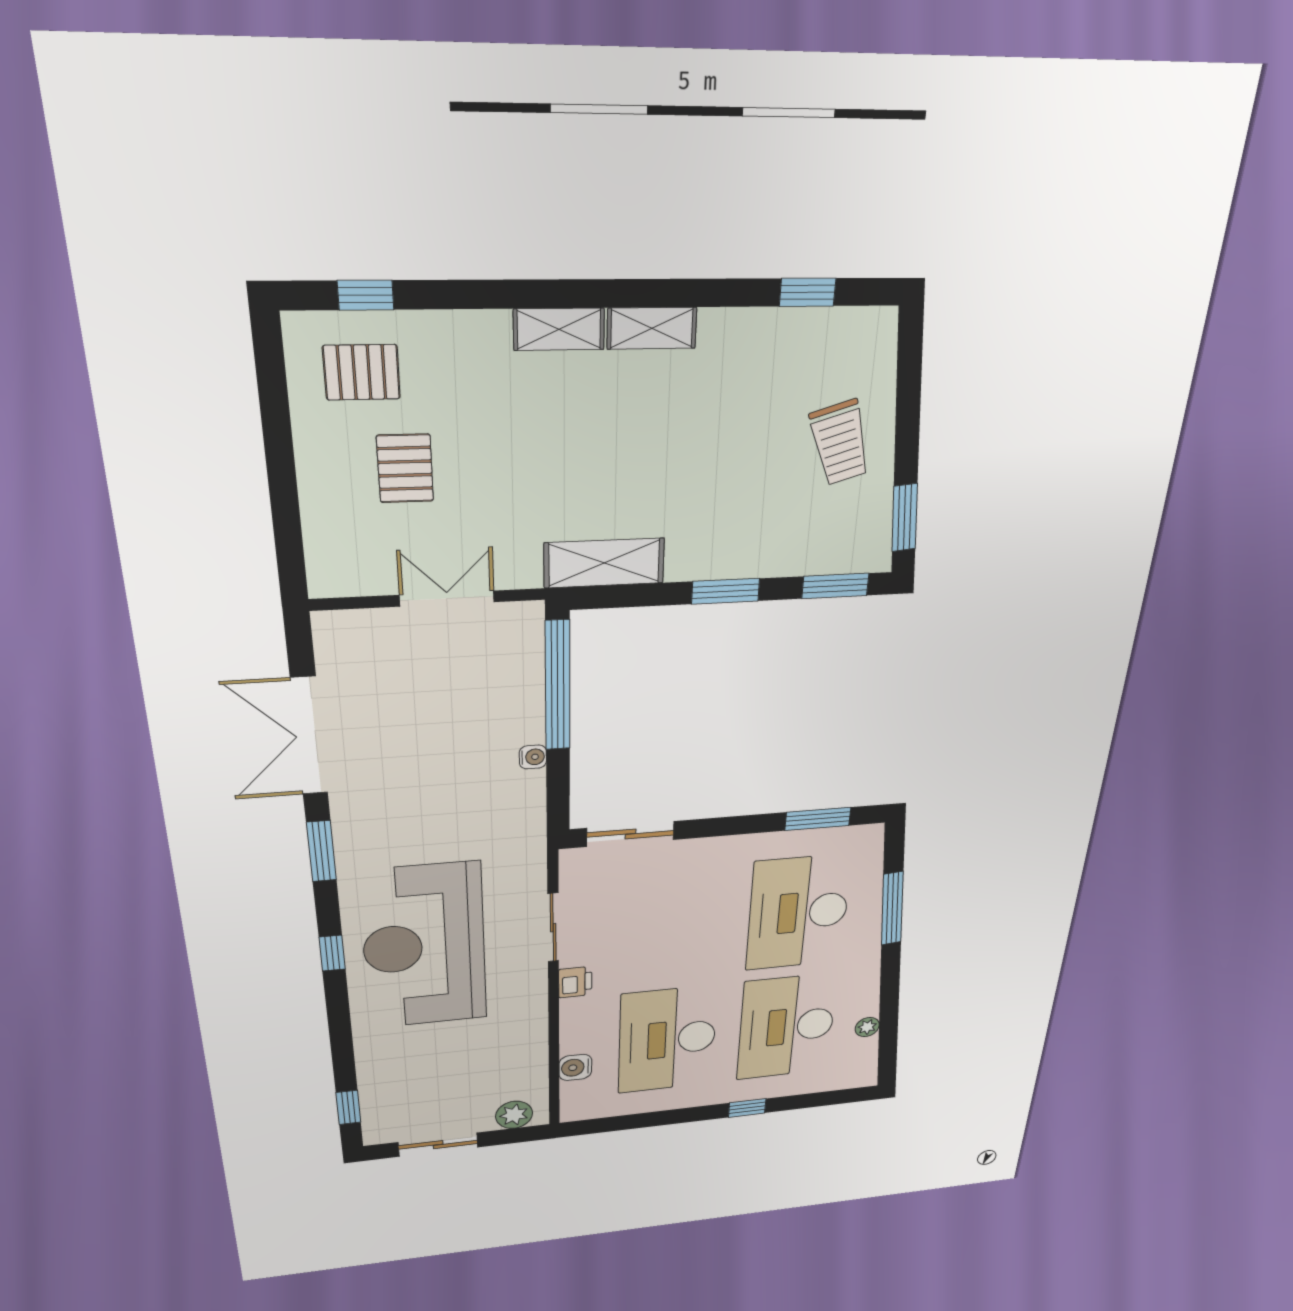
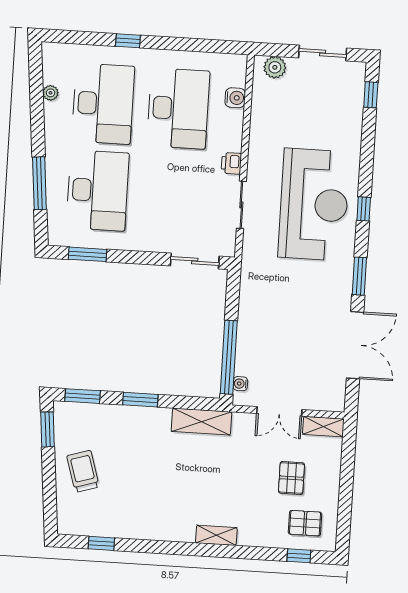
shelving: (652, 328) -> (323, 427), moved
water cooler: (533, 757) -> (240, 384), moved

